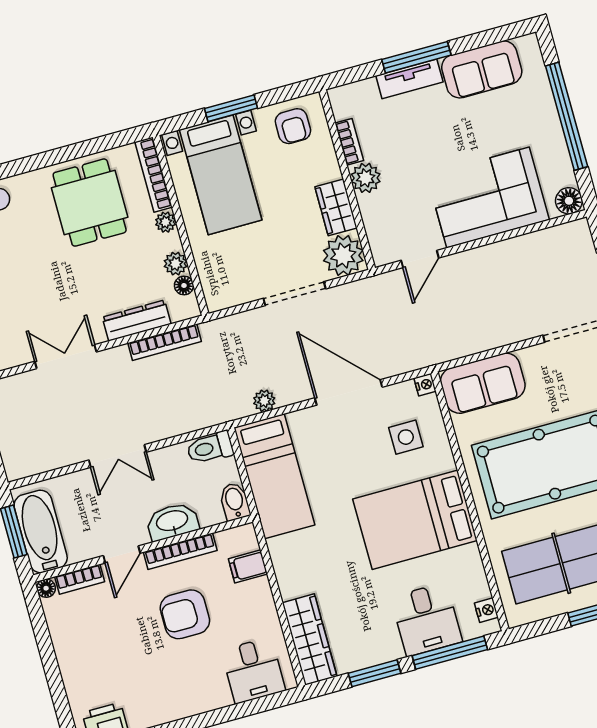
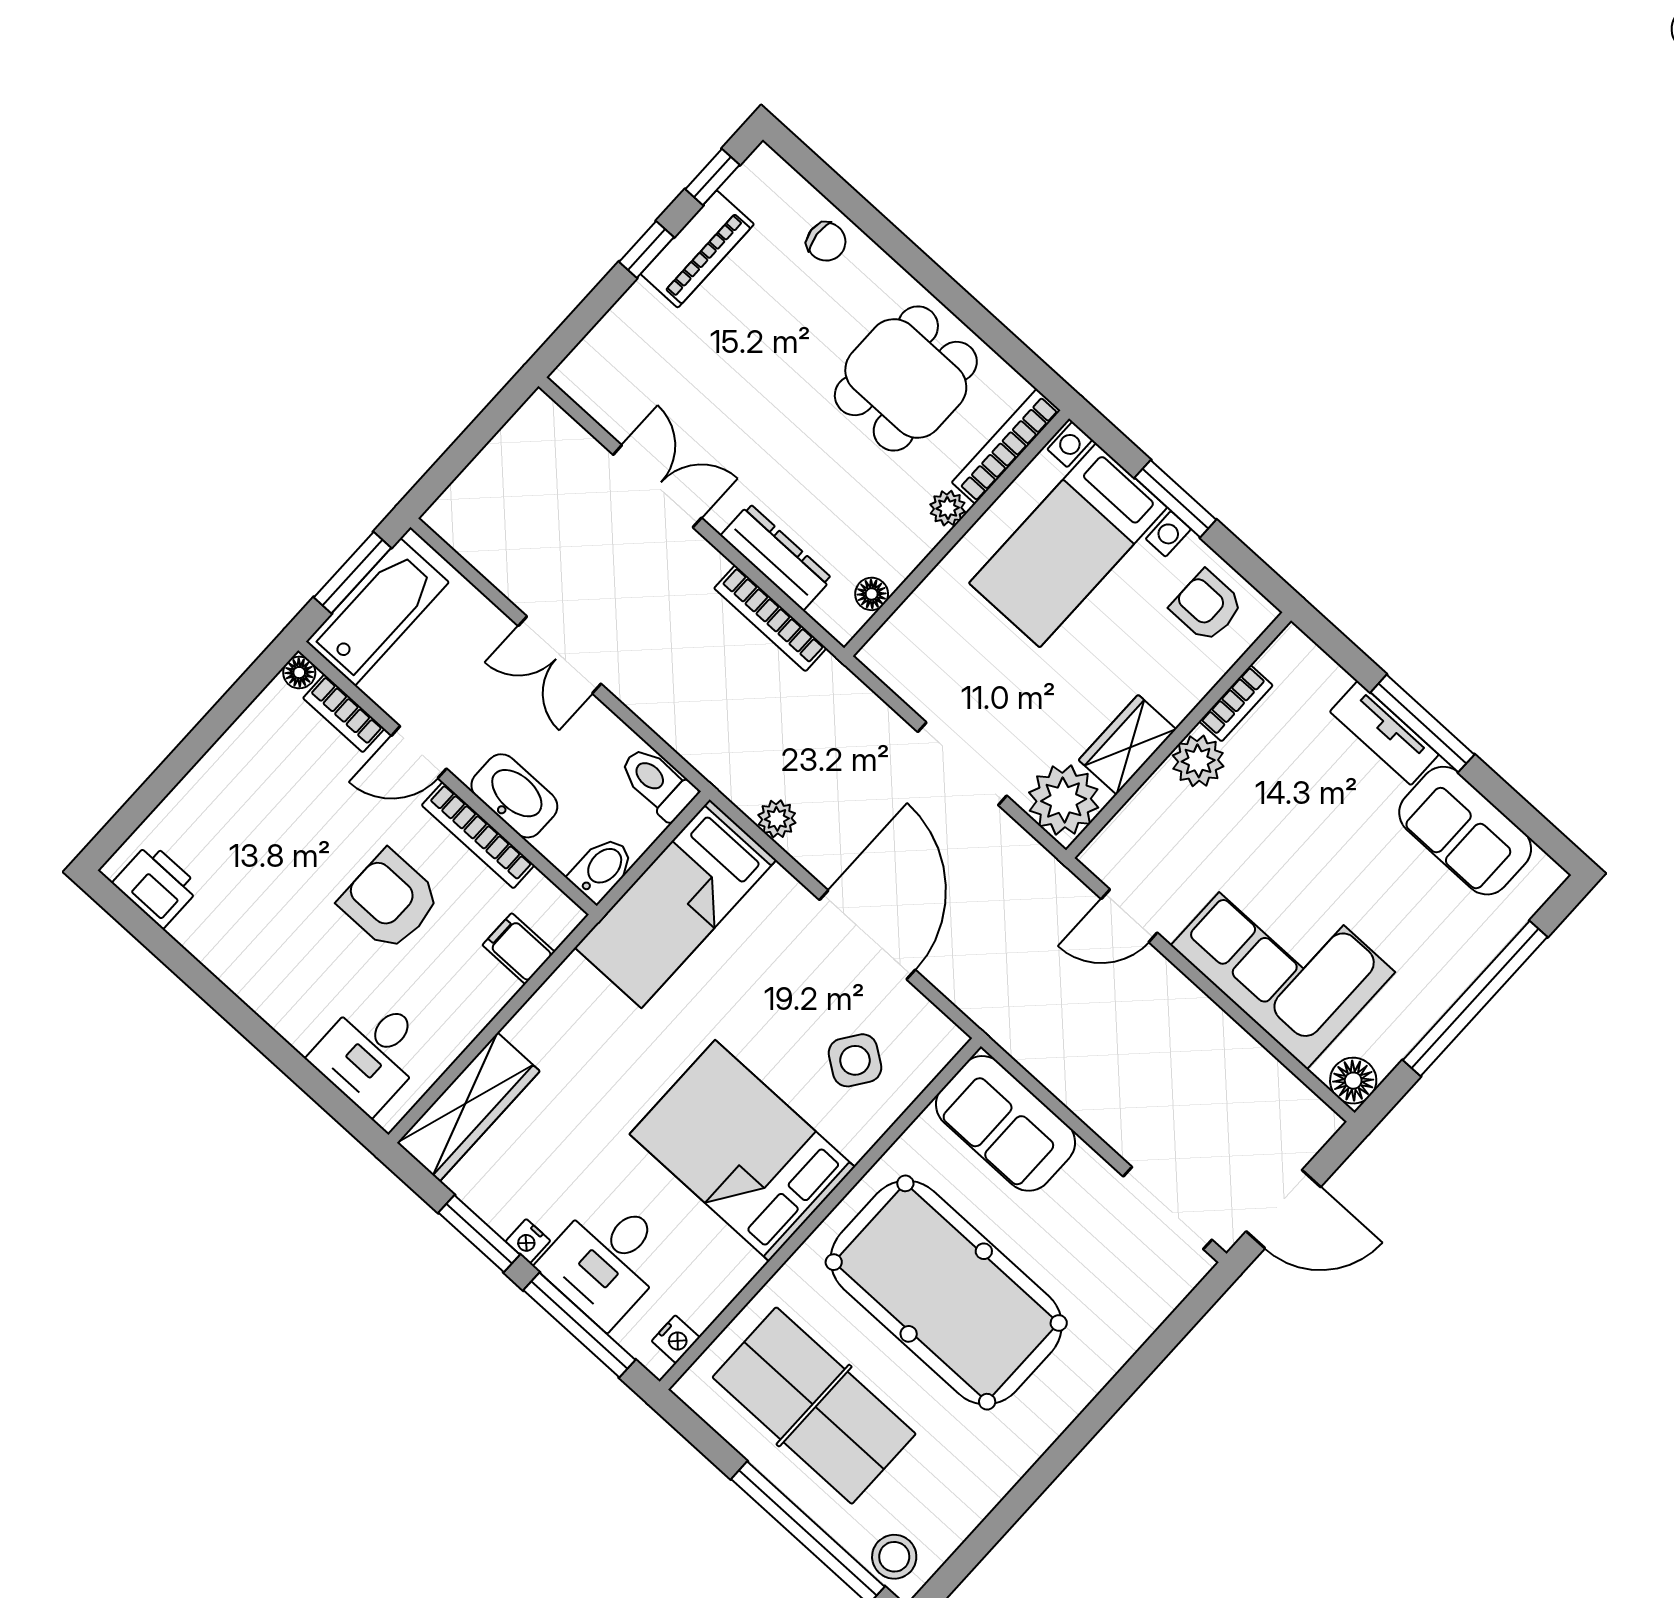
armchair: (293, 126) -> (1207, 606), turned 90
plant: (176, 264) -> (896, 561), removed
nightstand: (425, 385) -> (528, 1241), moved, turned 90
side table: (406, 437) -> (855, 1060), turned 35

